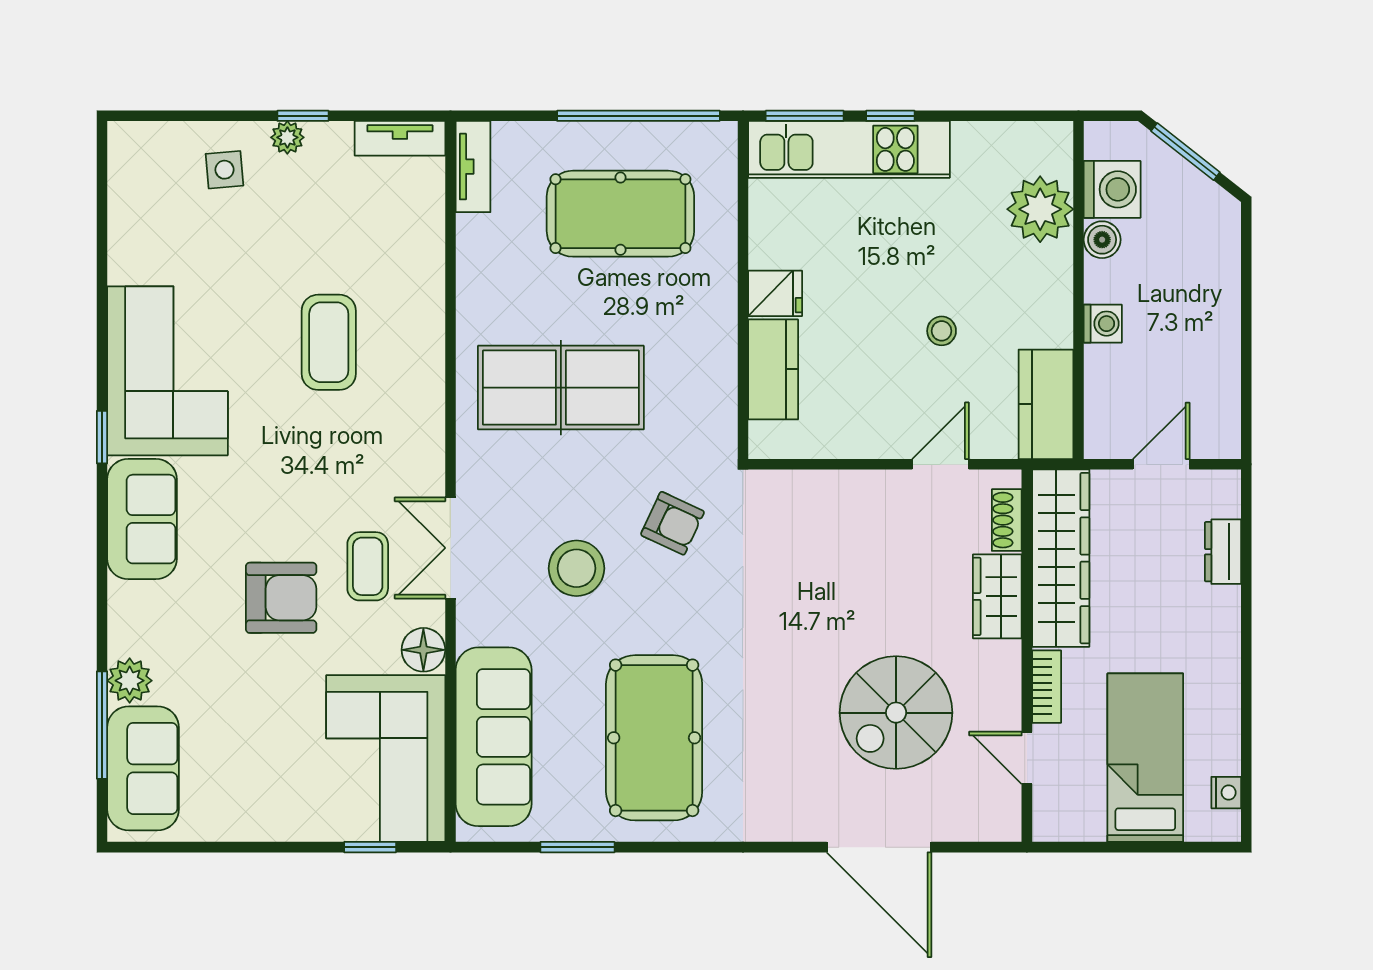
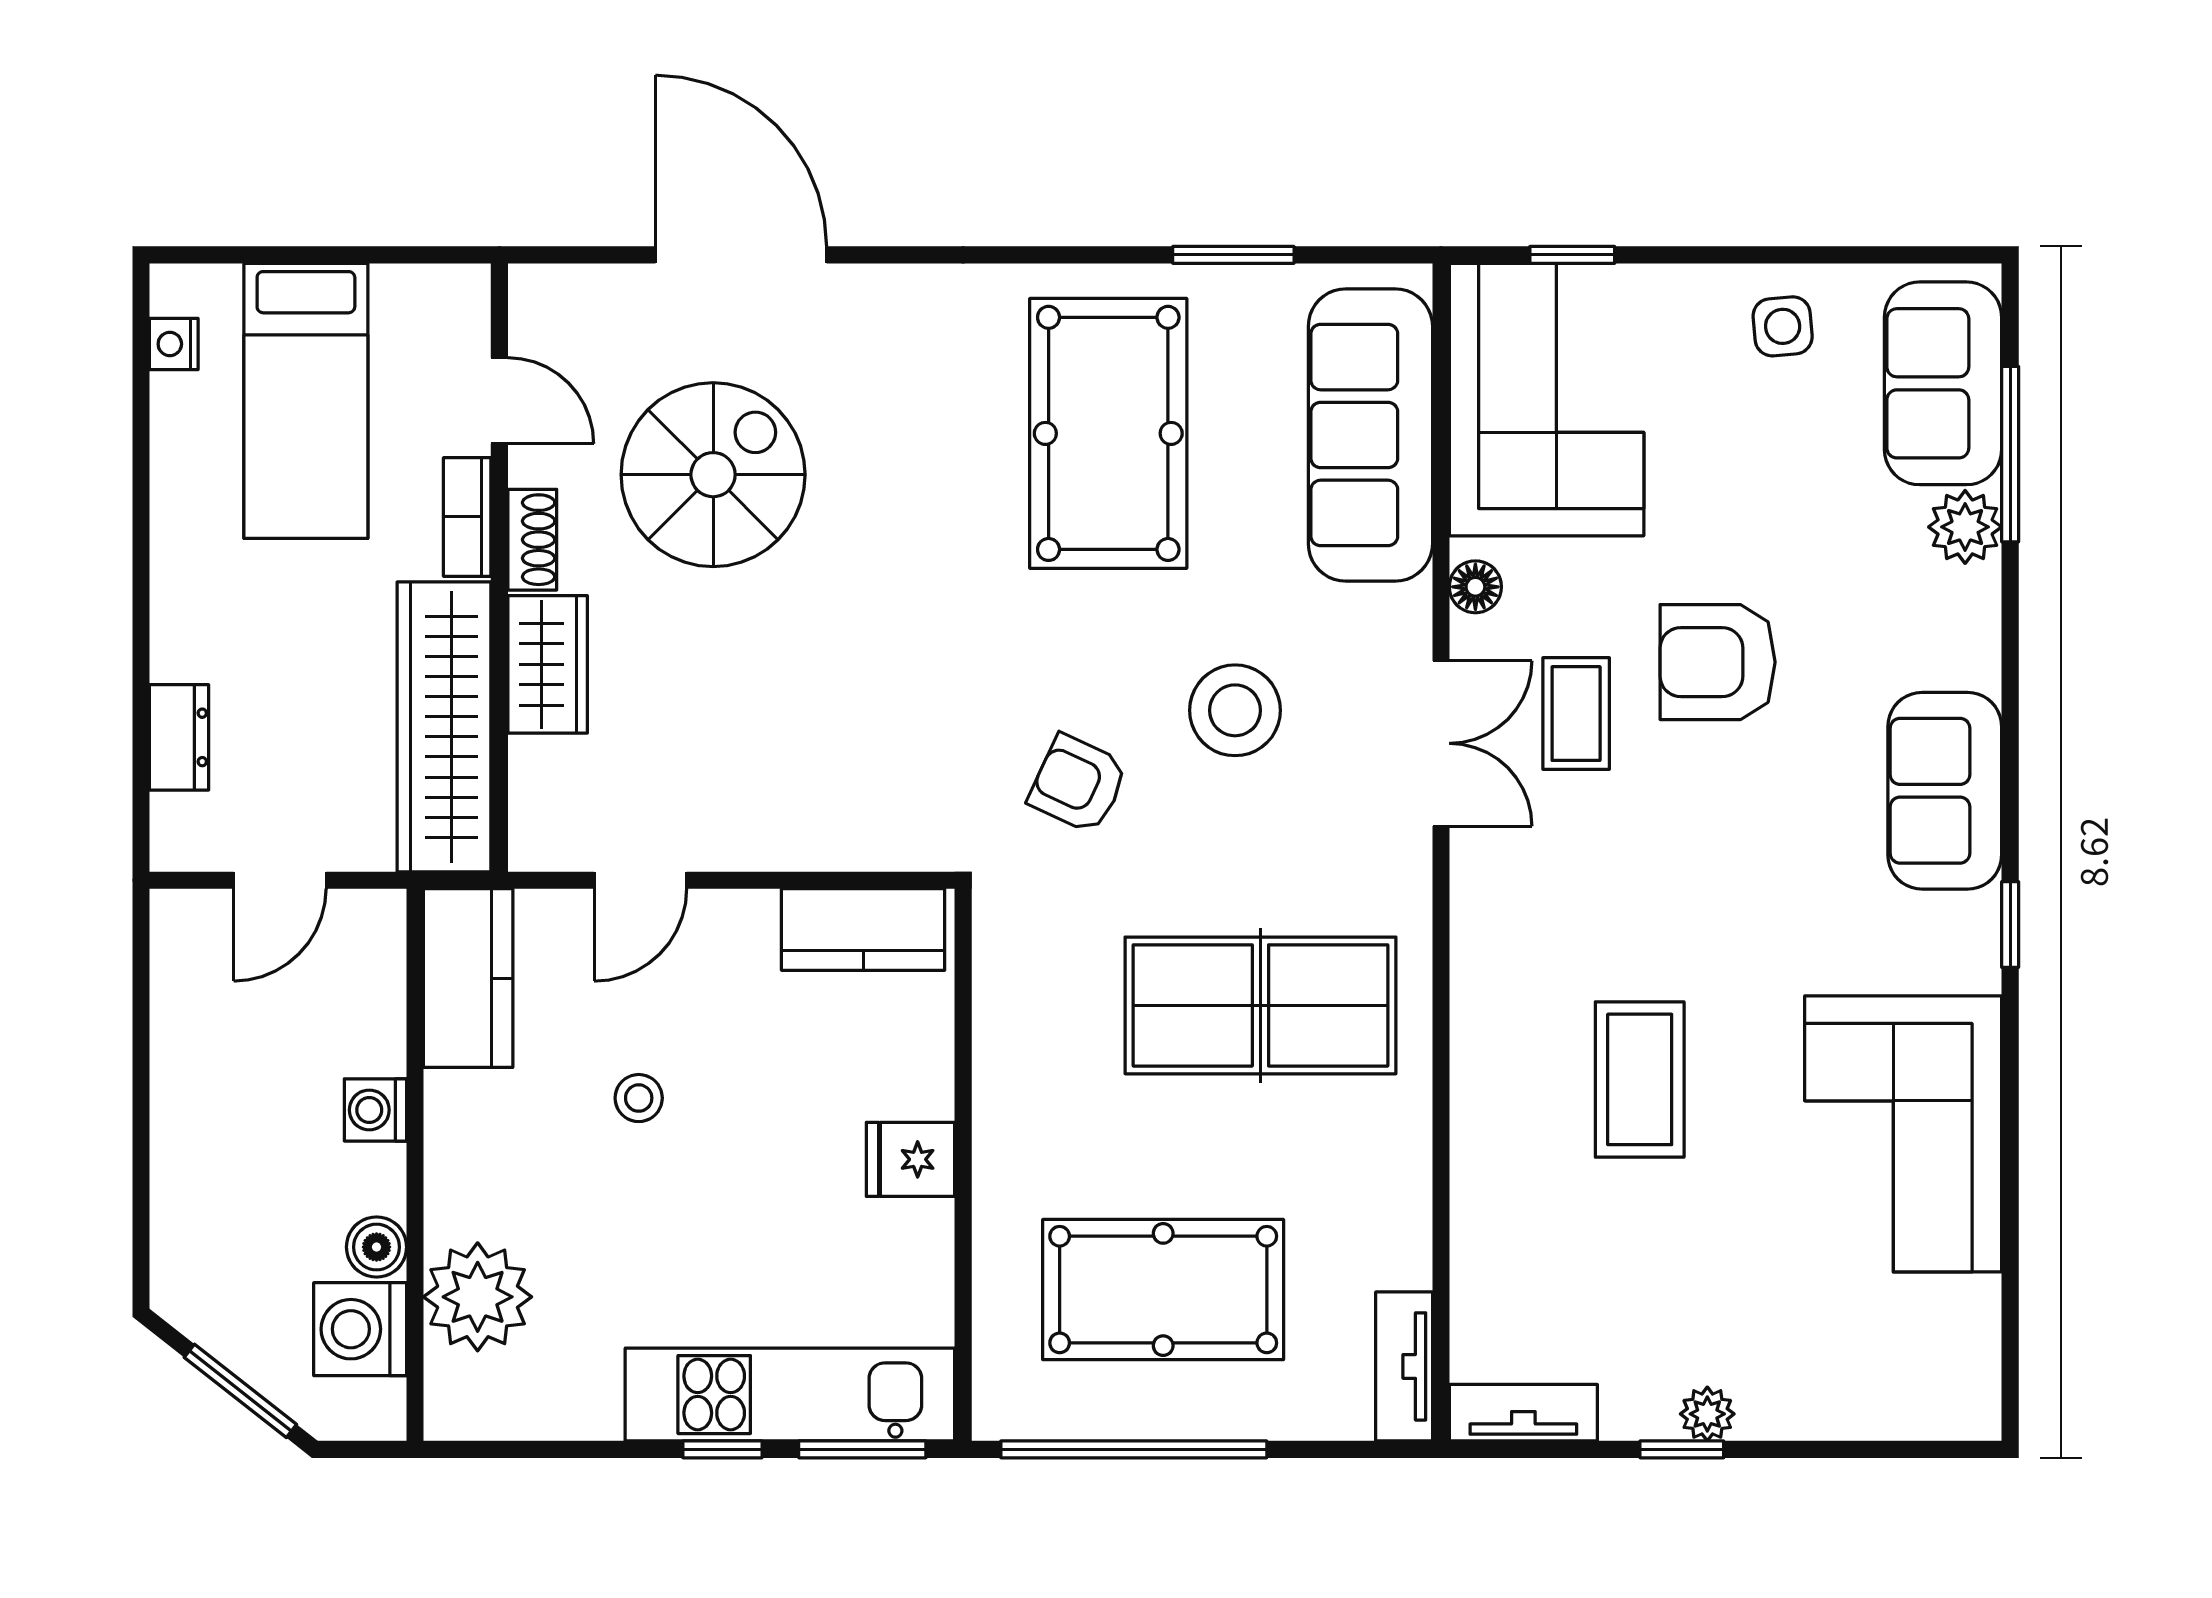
side table: (224, 170) -> (1783, 326), moved
kitchen counter: (773, 369) -> (863, 929), moved, turned -90
corner sofa: (167, 371) -> (1903, 1134), moved
shoe rack: (1007, 520) -> (532, 540), moved
floor lamp: (423, 650) -> (1475, 587), width x0.73, depth x0.73

